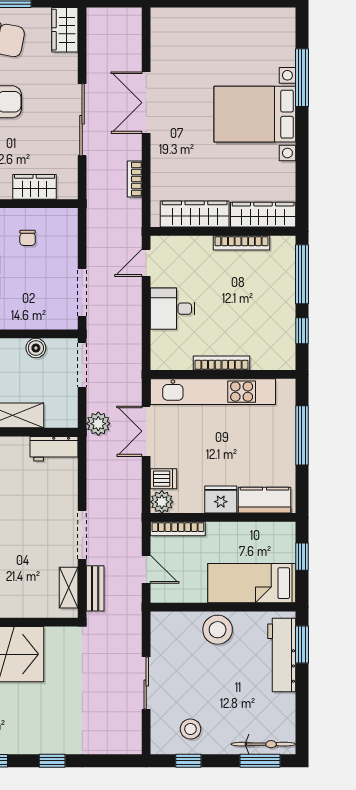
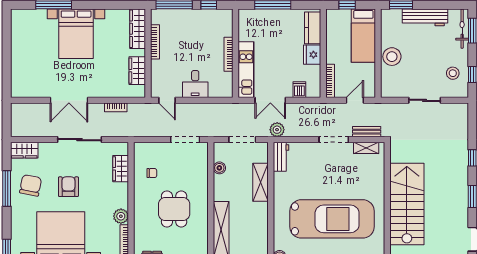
wardrobe: (195, 214) -> (137, 71), width x0.67
doorway: (82, 365) -> (242, 140), moved
kitchen unit: (213, 392) -> (246, 70), width x0.73
plant: (98, 424) -> (277, 130), moved
plant: (162, 502) -> (314, 91), removed
workbench: (282, 655) -> (425, 17), moved

